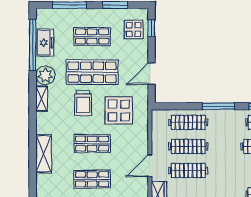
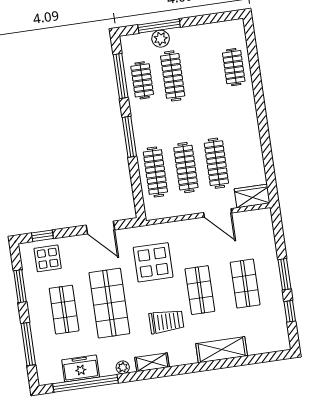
plant: (45, 75) -> (123, 367), width x0.53, depth x0.53
trolley: (83, 103) -> (166, 321), moved

